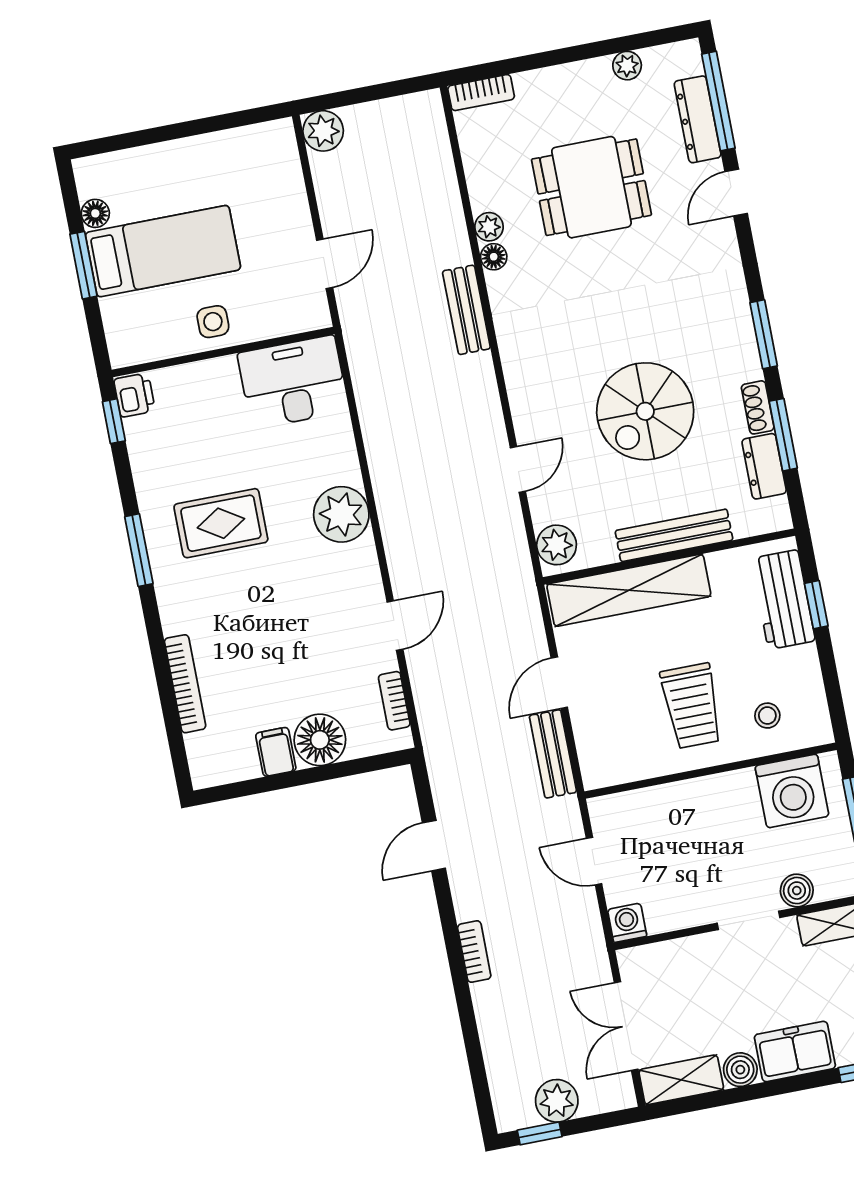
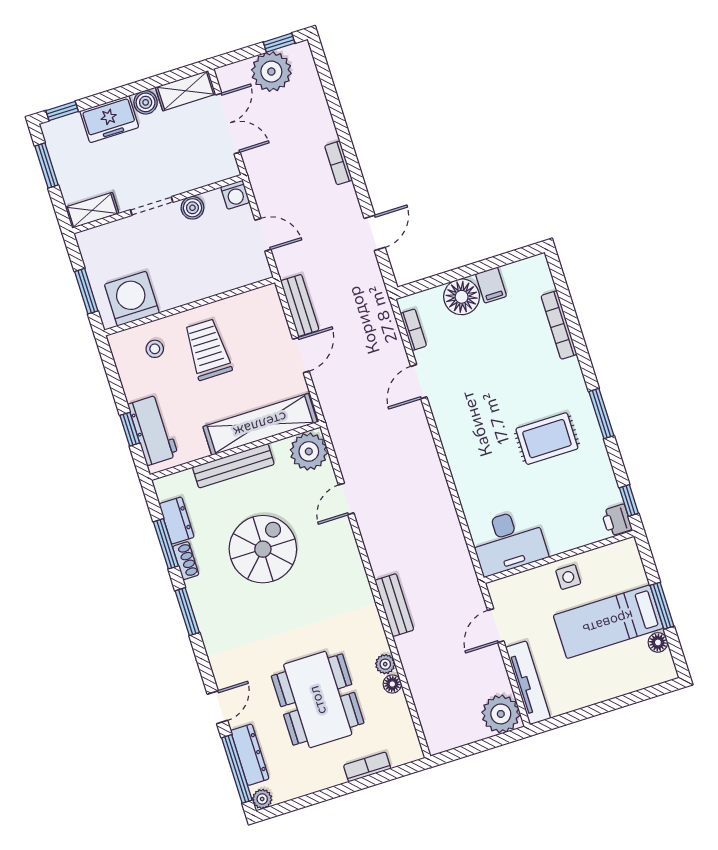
plant: (627, 66) -> (262, 799), moved
bookcase: (481, 93) -> (367, 767), moved
plant: (323, 131) -> (501, 714), width x1.36, depth x1.36
tv unit: (288, 177) -> (528, 683), added
dining table: (591, 187) -> (318, 700), width x1.38
floor lamp: (494, 257) -> (392, 684), moved
plant: (341, 514) -> (465, 454), removed
plant: (557, 545) -> (309, 451), width x1.36, depth x1.36
boiler: (797, 891) -> (192, 208), moved
plant: (557, 1101) -> (271, 72), width x1.36, depth x1.36

